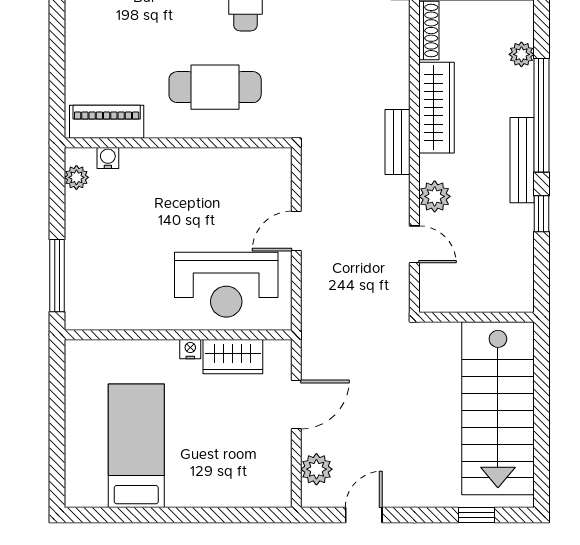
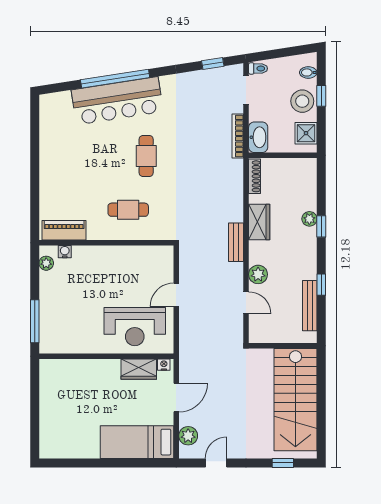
plant: (521, 54) -> (309, 219), moved
cafe table: (215, 87) -> (128, 210), width x0.73, depth x0.74
wardrobe: (436, 108) -> (259, 222), width x0.67
window: (541, 115) -> (321, 226), width x0.32
bench: (522, 160) -> (310, 306), moved
nightstand: (190, 349) -> (164, 365), moved
bed: (136, 446) -> (137, 442), moved, turned -90

